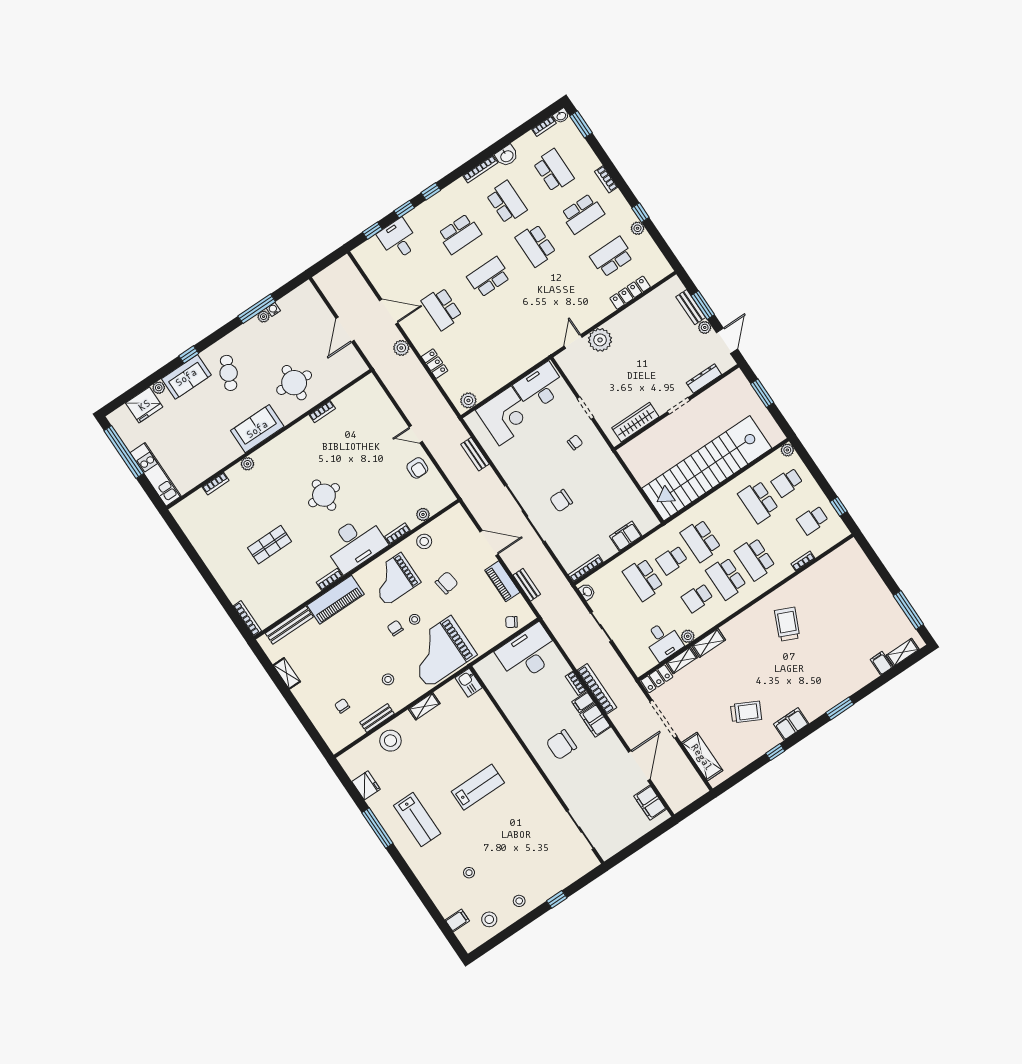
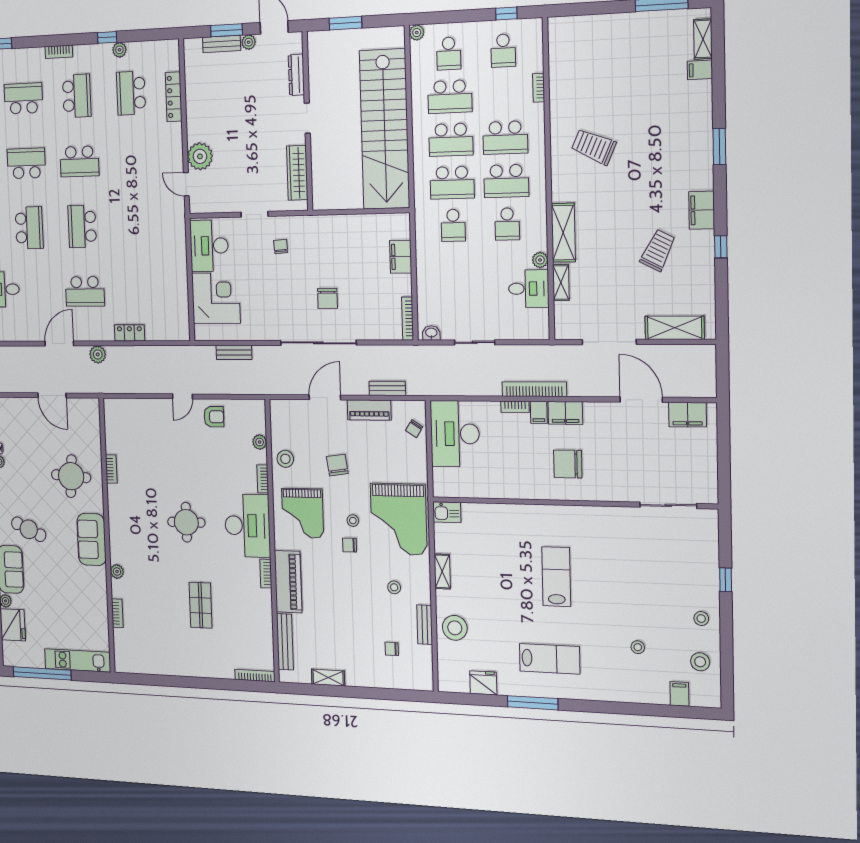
plant: (468, 400) -> (181, 324), removed
school desk: (643, 579) -> (451, 140), moved
shelving: (709, 643) -> (563, 233), width x1.50, depth x1.33
locker: (657, 679) -> (563, 321), removed
chair: (561, 745) -> (568, 464), turned 90

